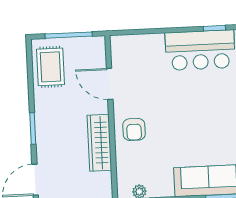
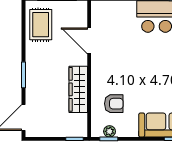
armchair: (134, 129) -> (114, 104), moved, turned -90

